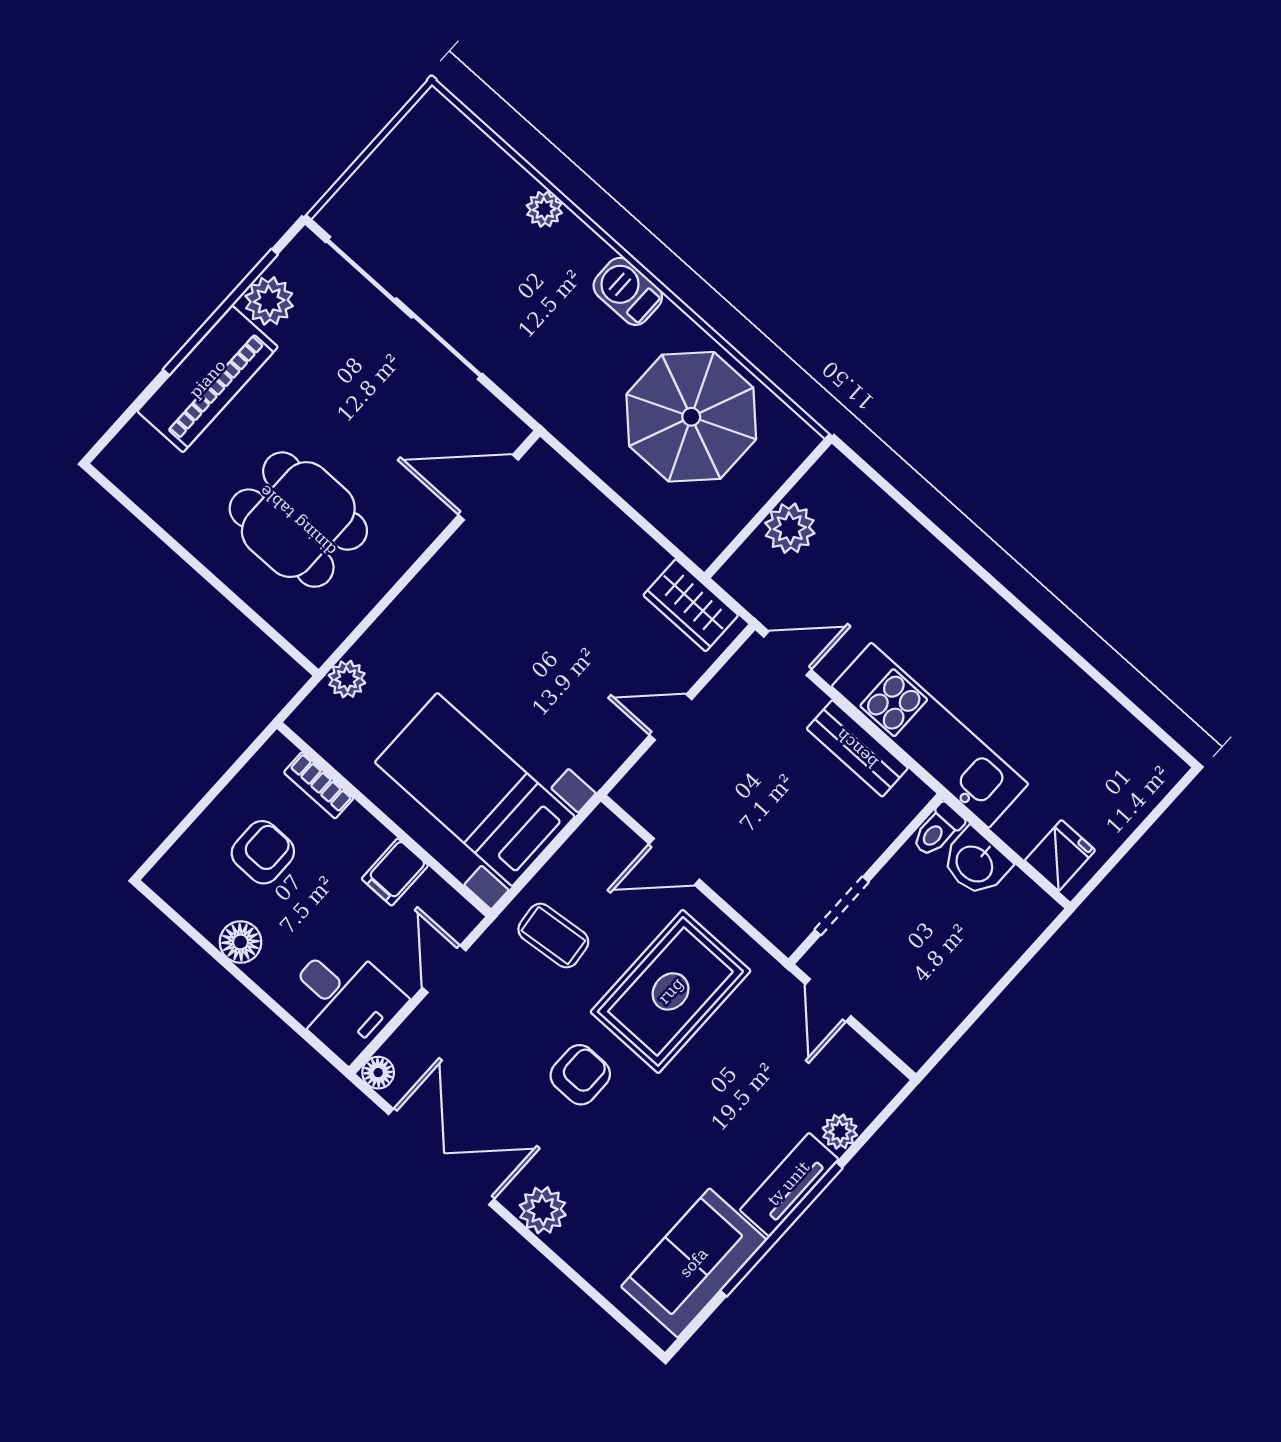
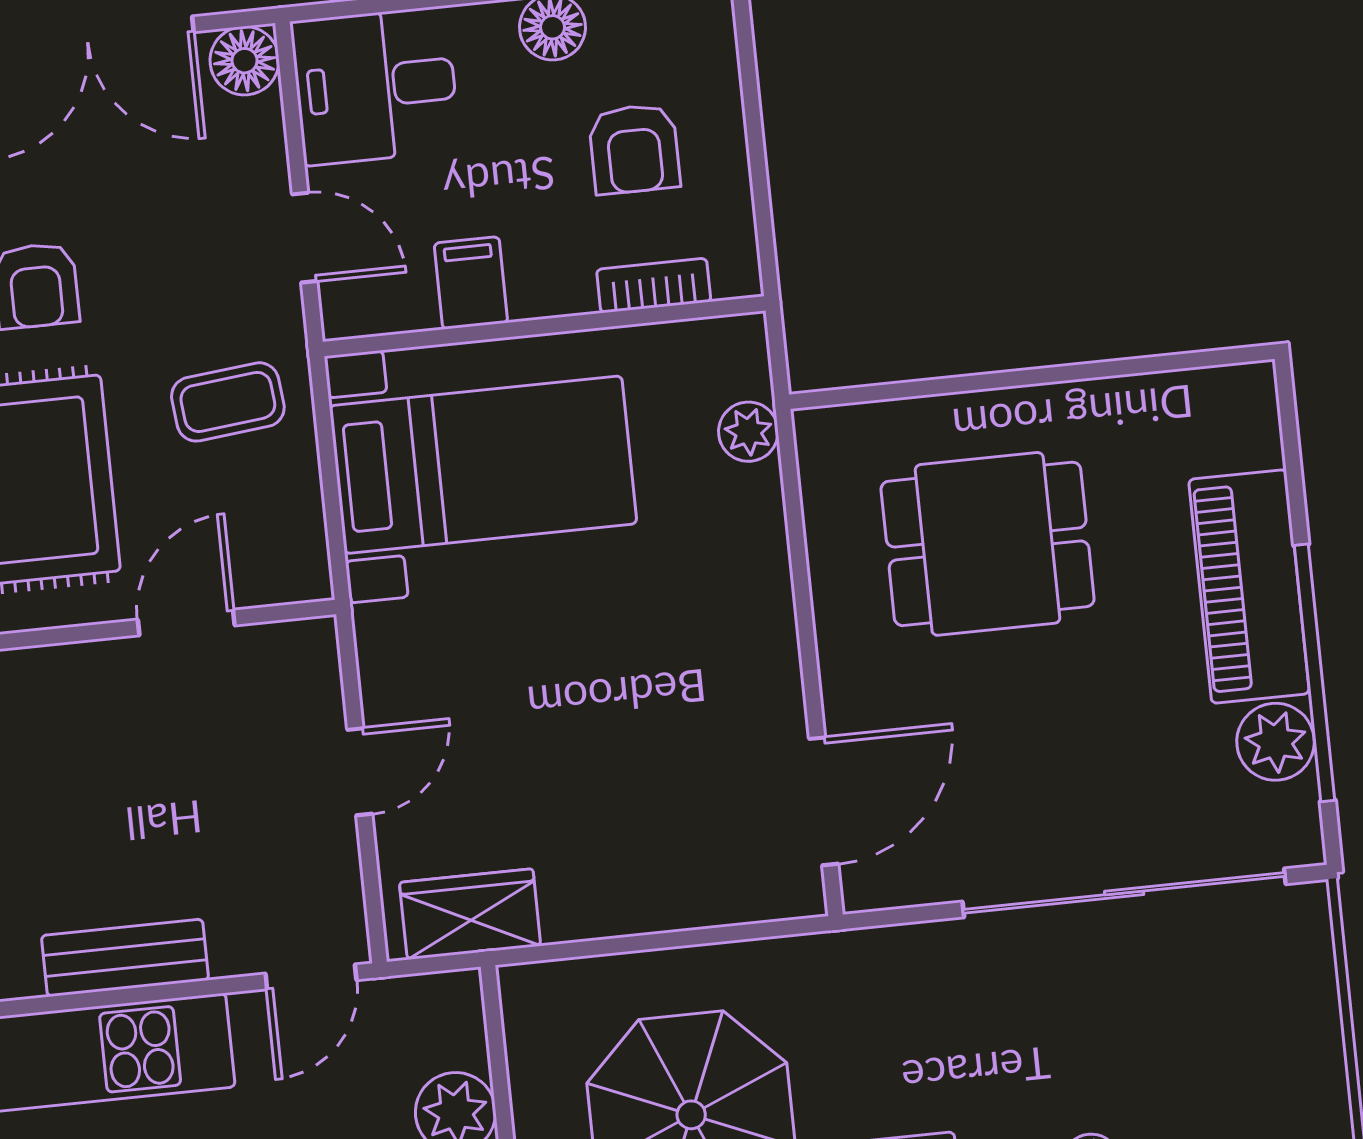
floor lamp: (378, 1073) -> (245, 61), width x1.37, depth x1.37

